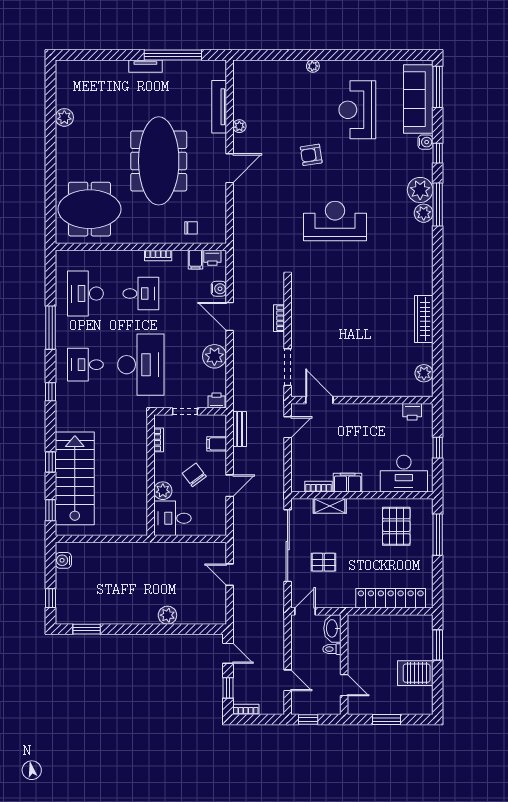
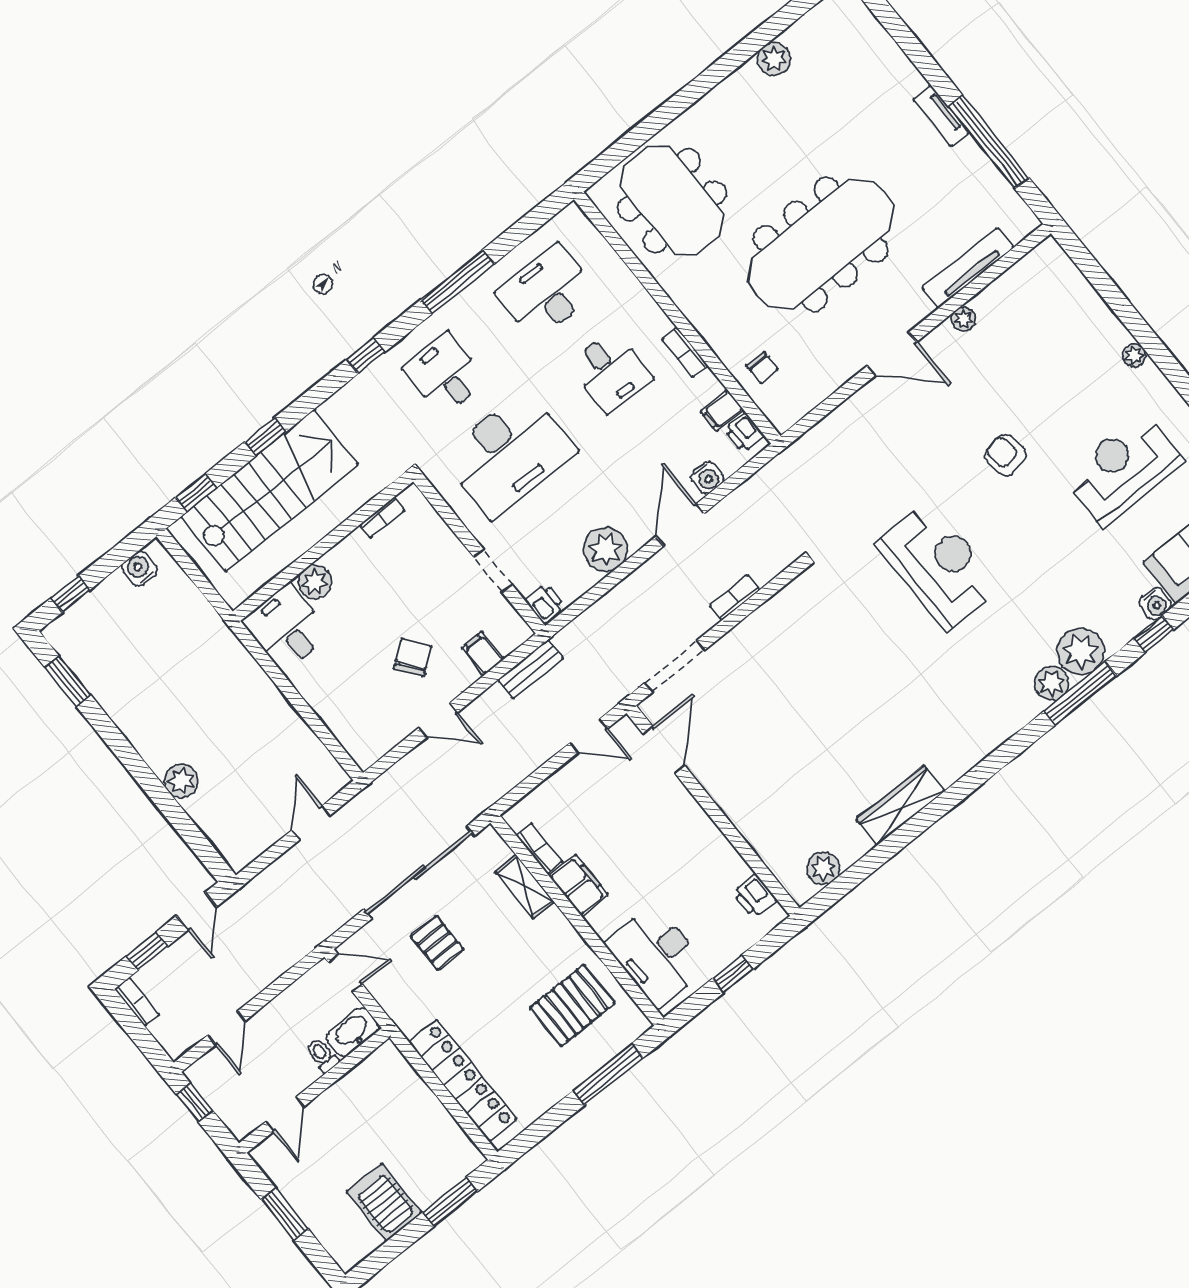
bookcase: (159, 440) -> (382, 517), moved
wall: (151, 475) -> (323, 547), moved
plant: (163, 491) -> (315, 582), moved
desk: (172, 518) -> (286, 628), moved

